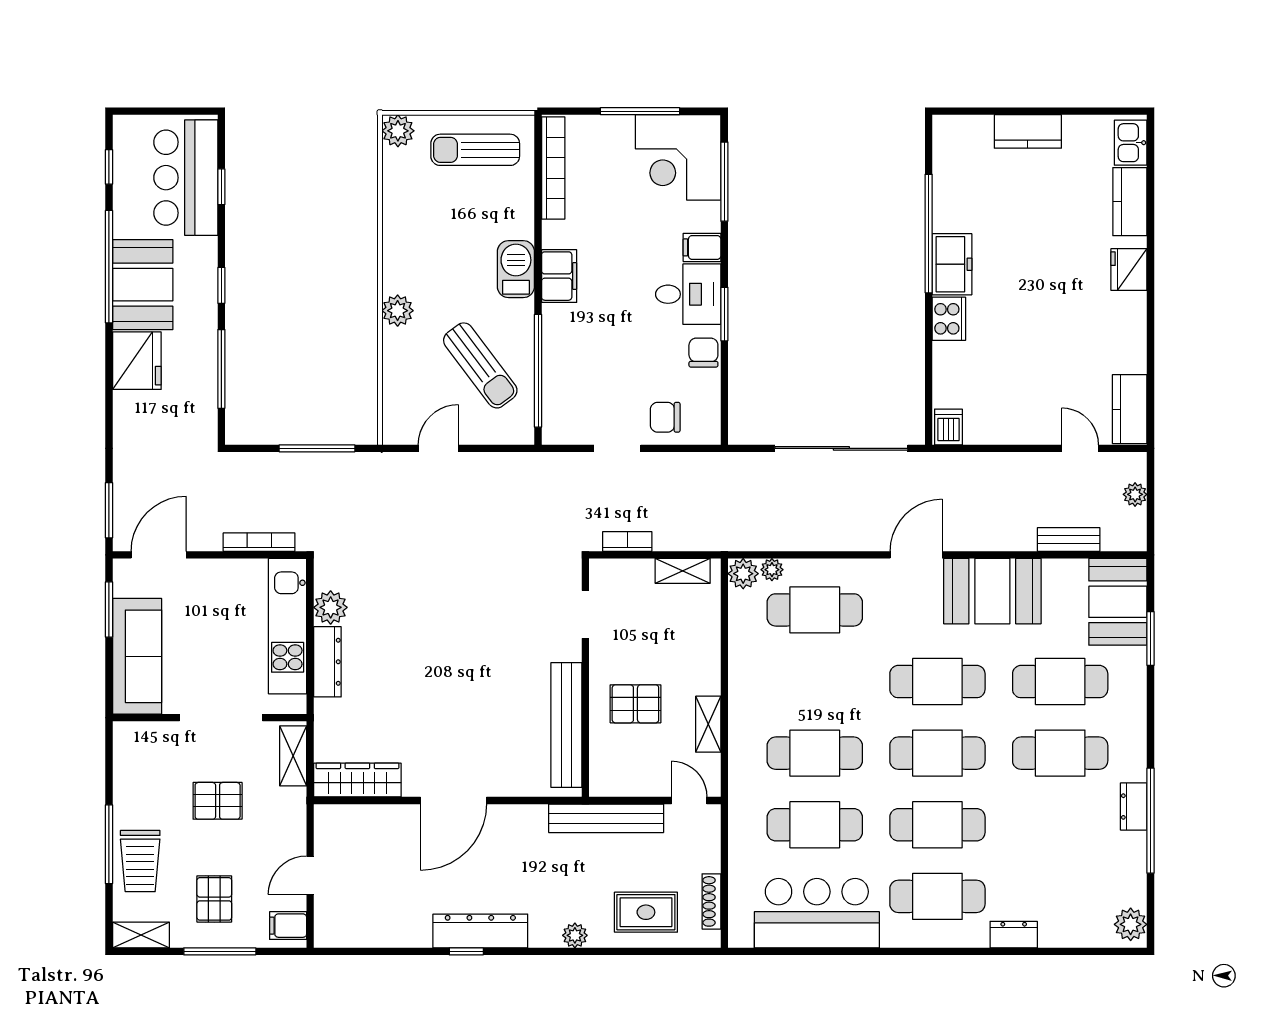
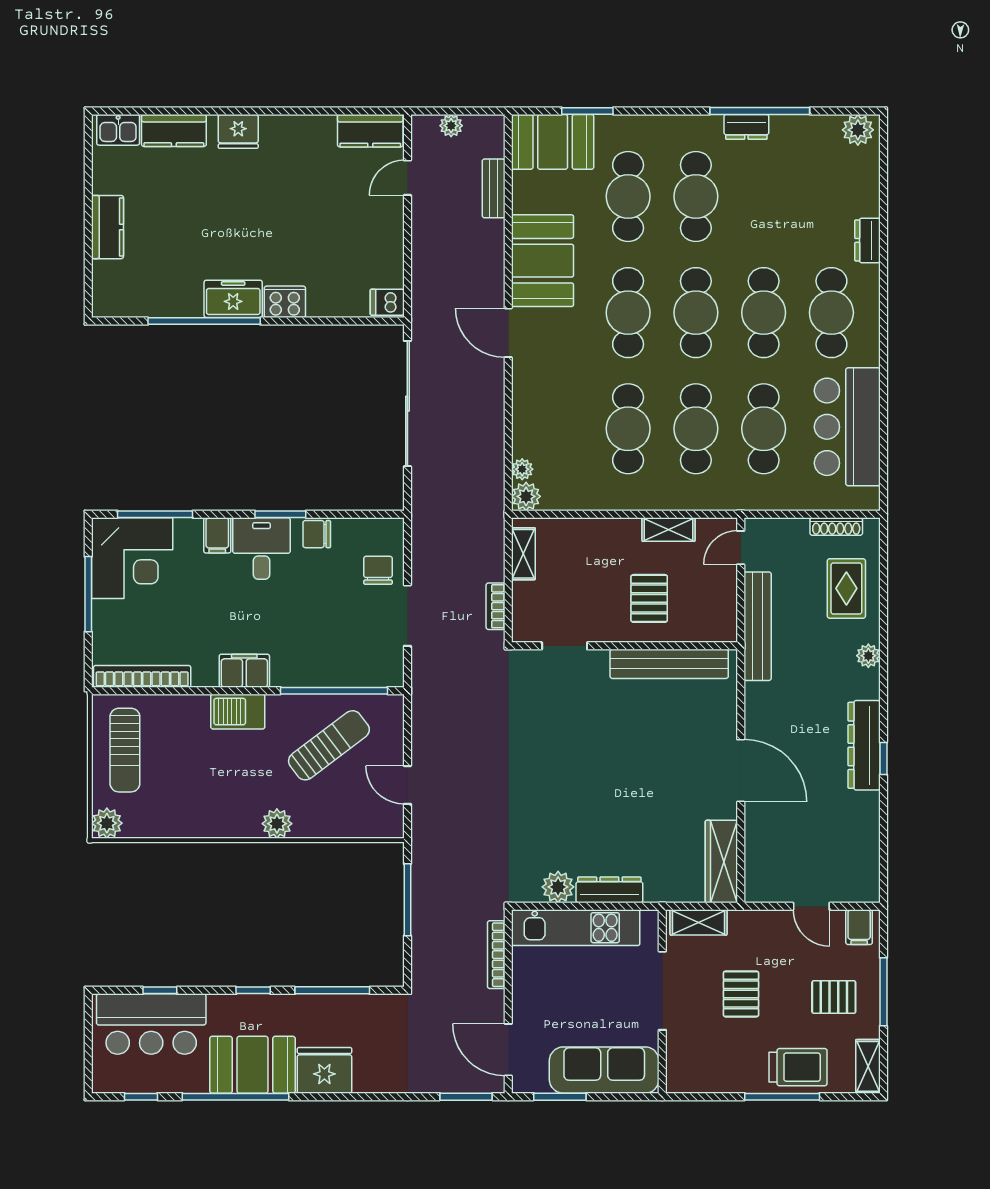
chair: (665, 417) -> (378, 570), turned 180
doorway: (617, 448) -> (407, 616), width x1.38
cafe table: (815, 610) -> (628, 429), moved

